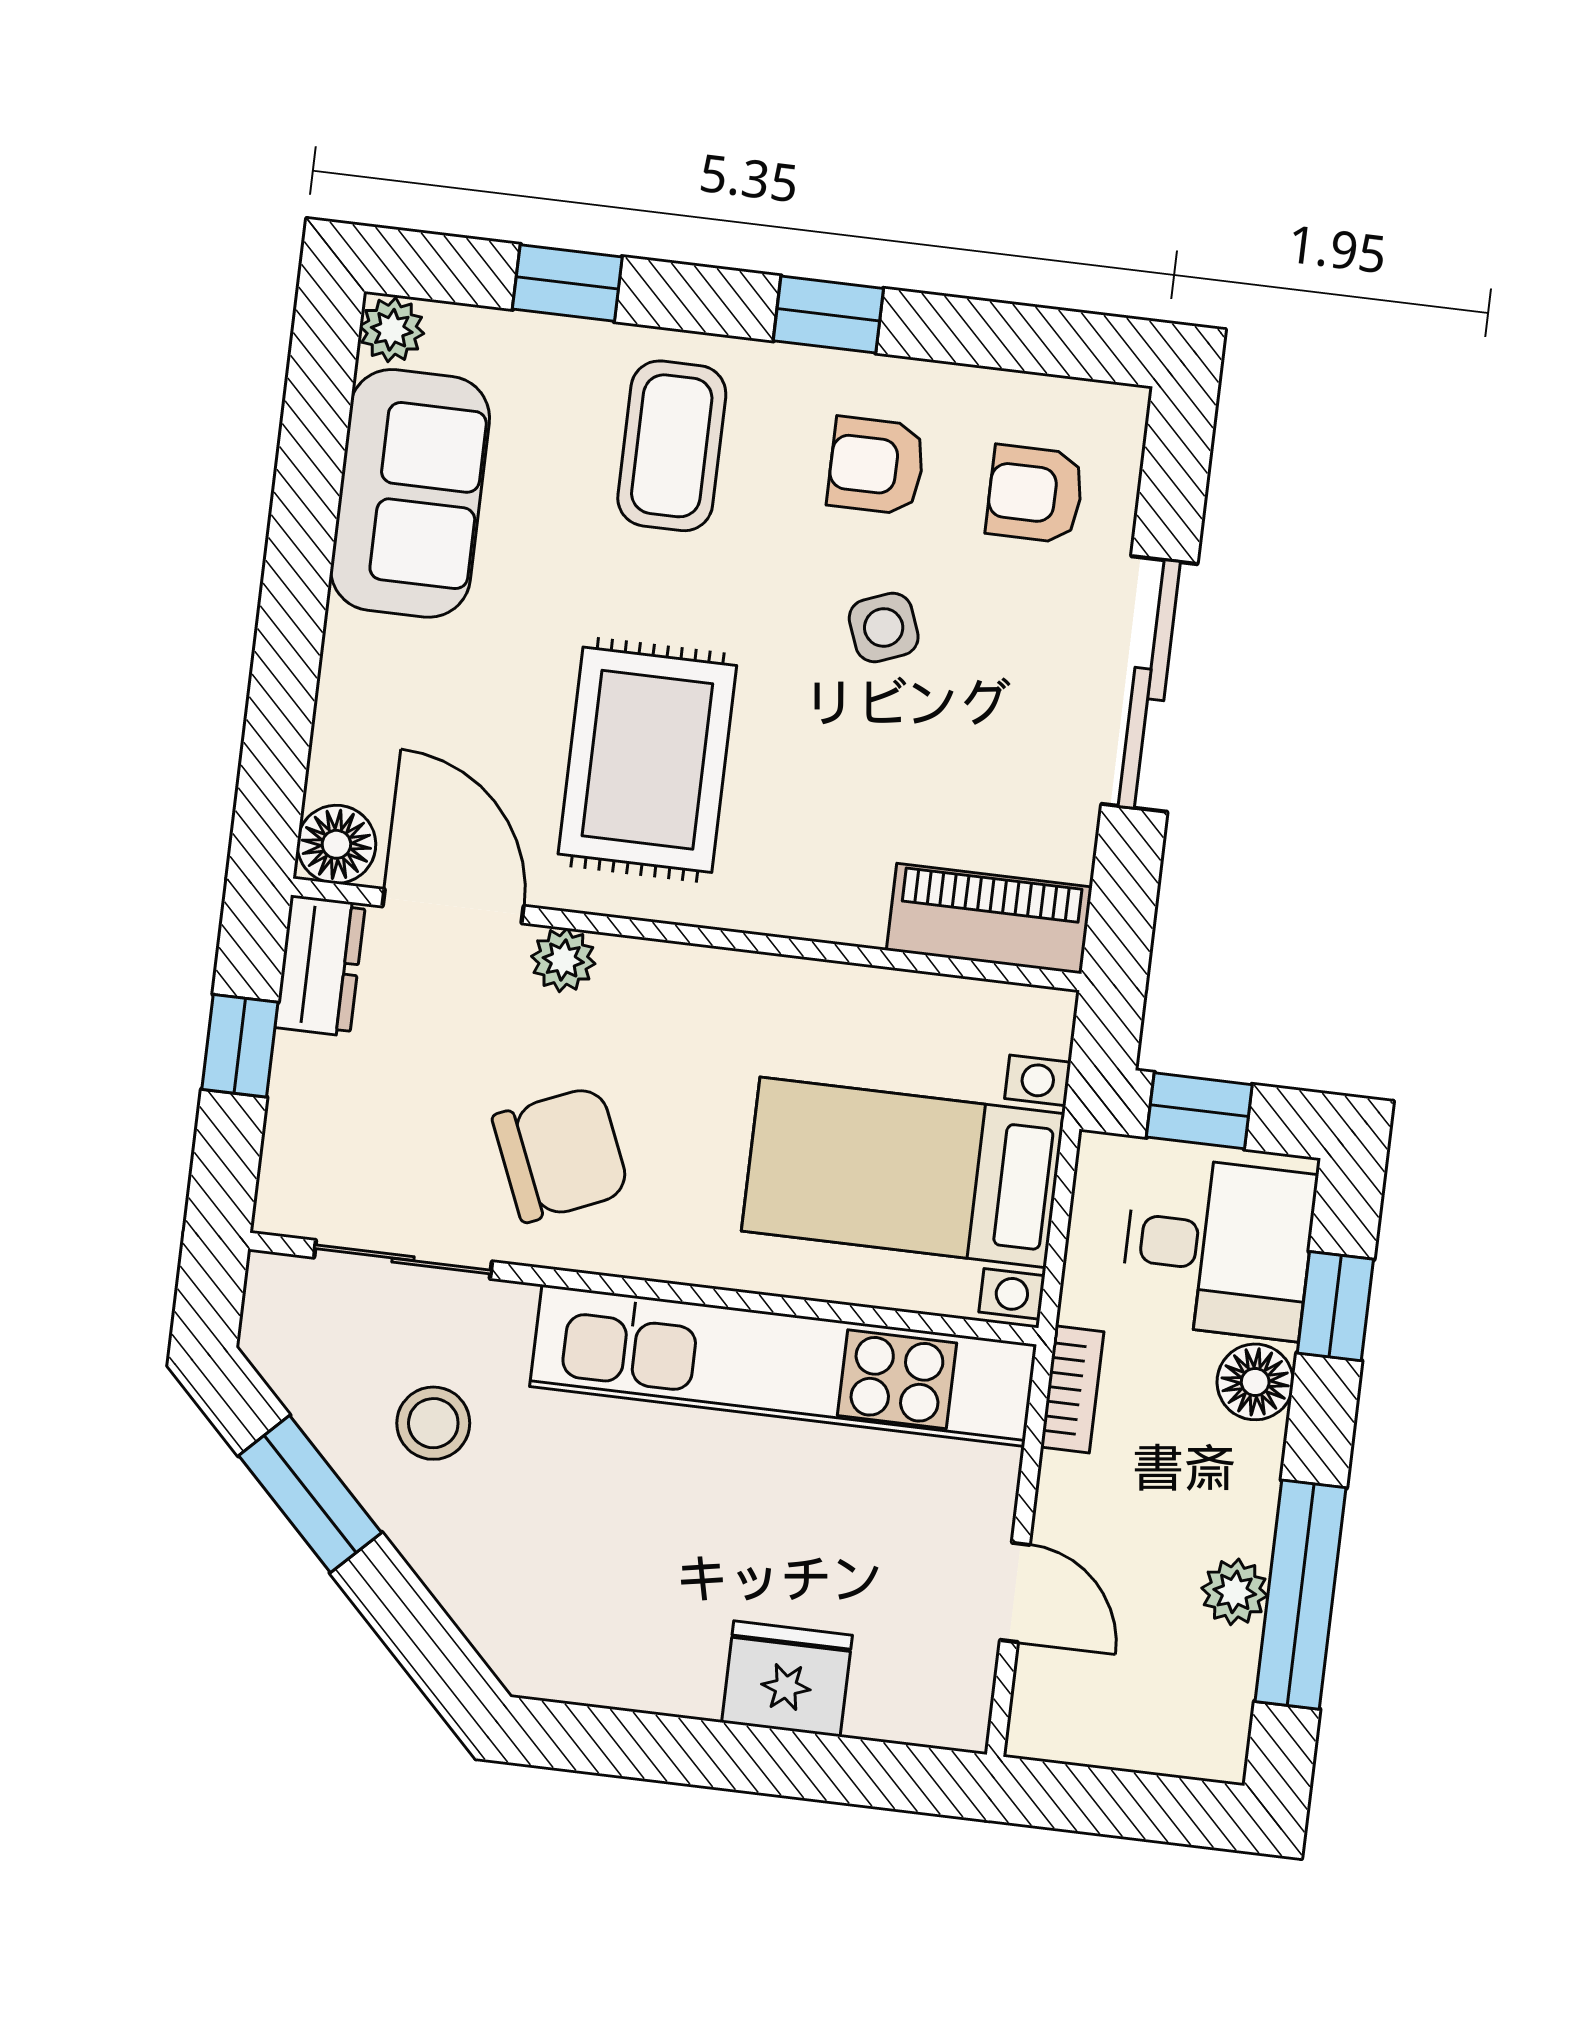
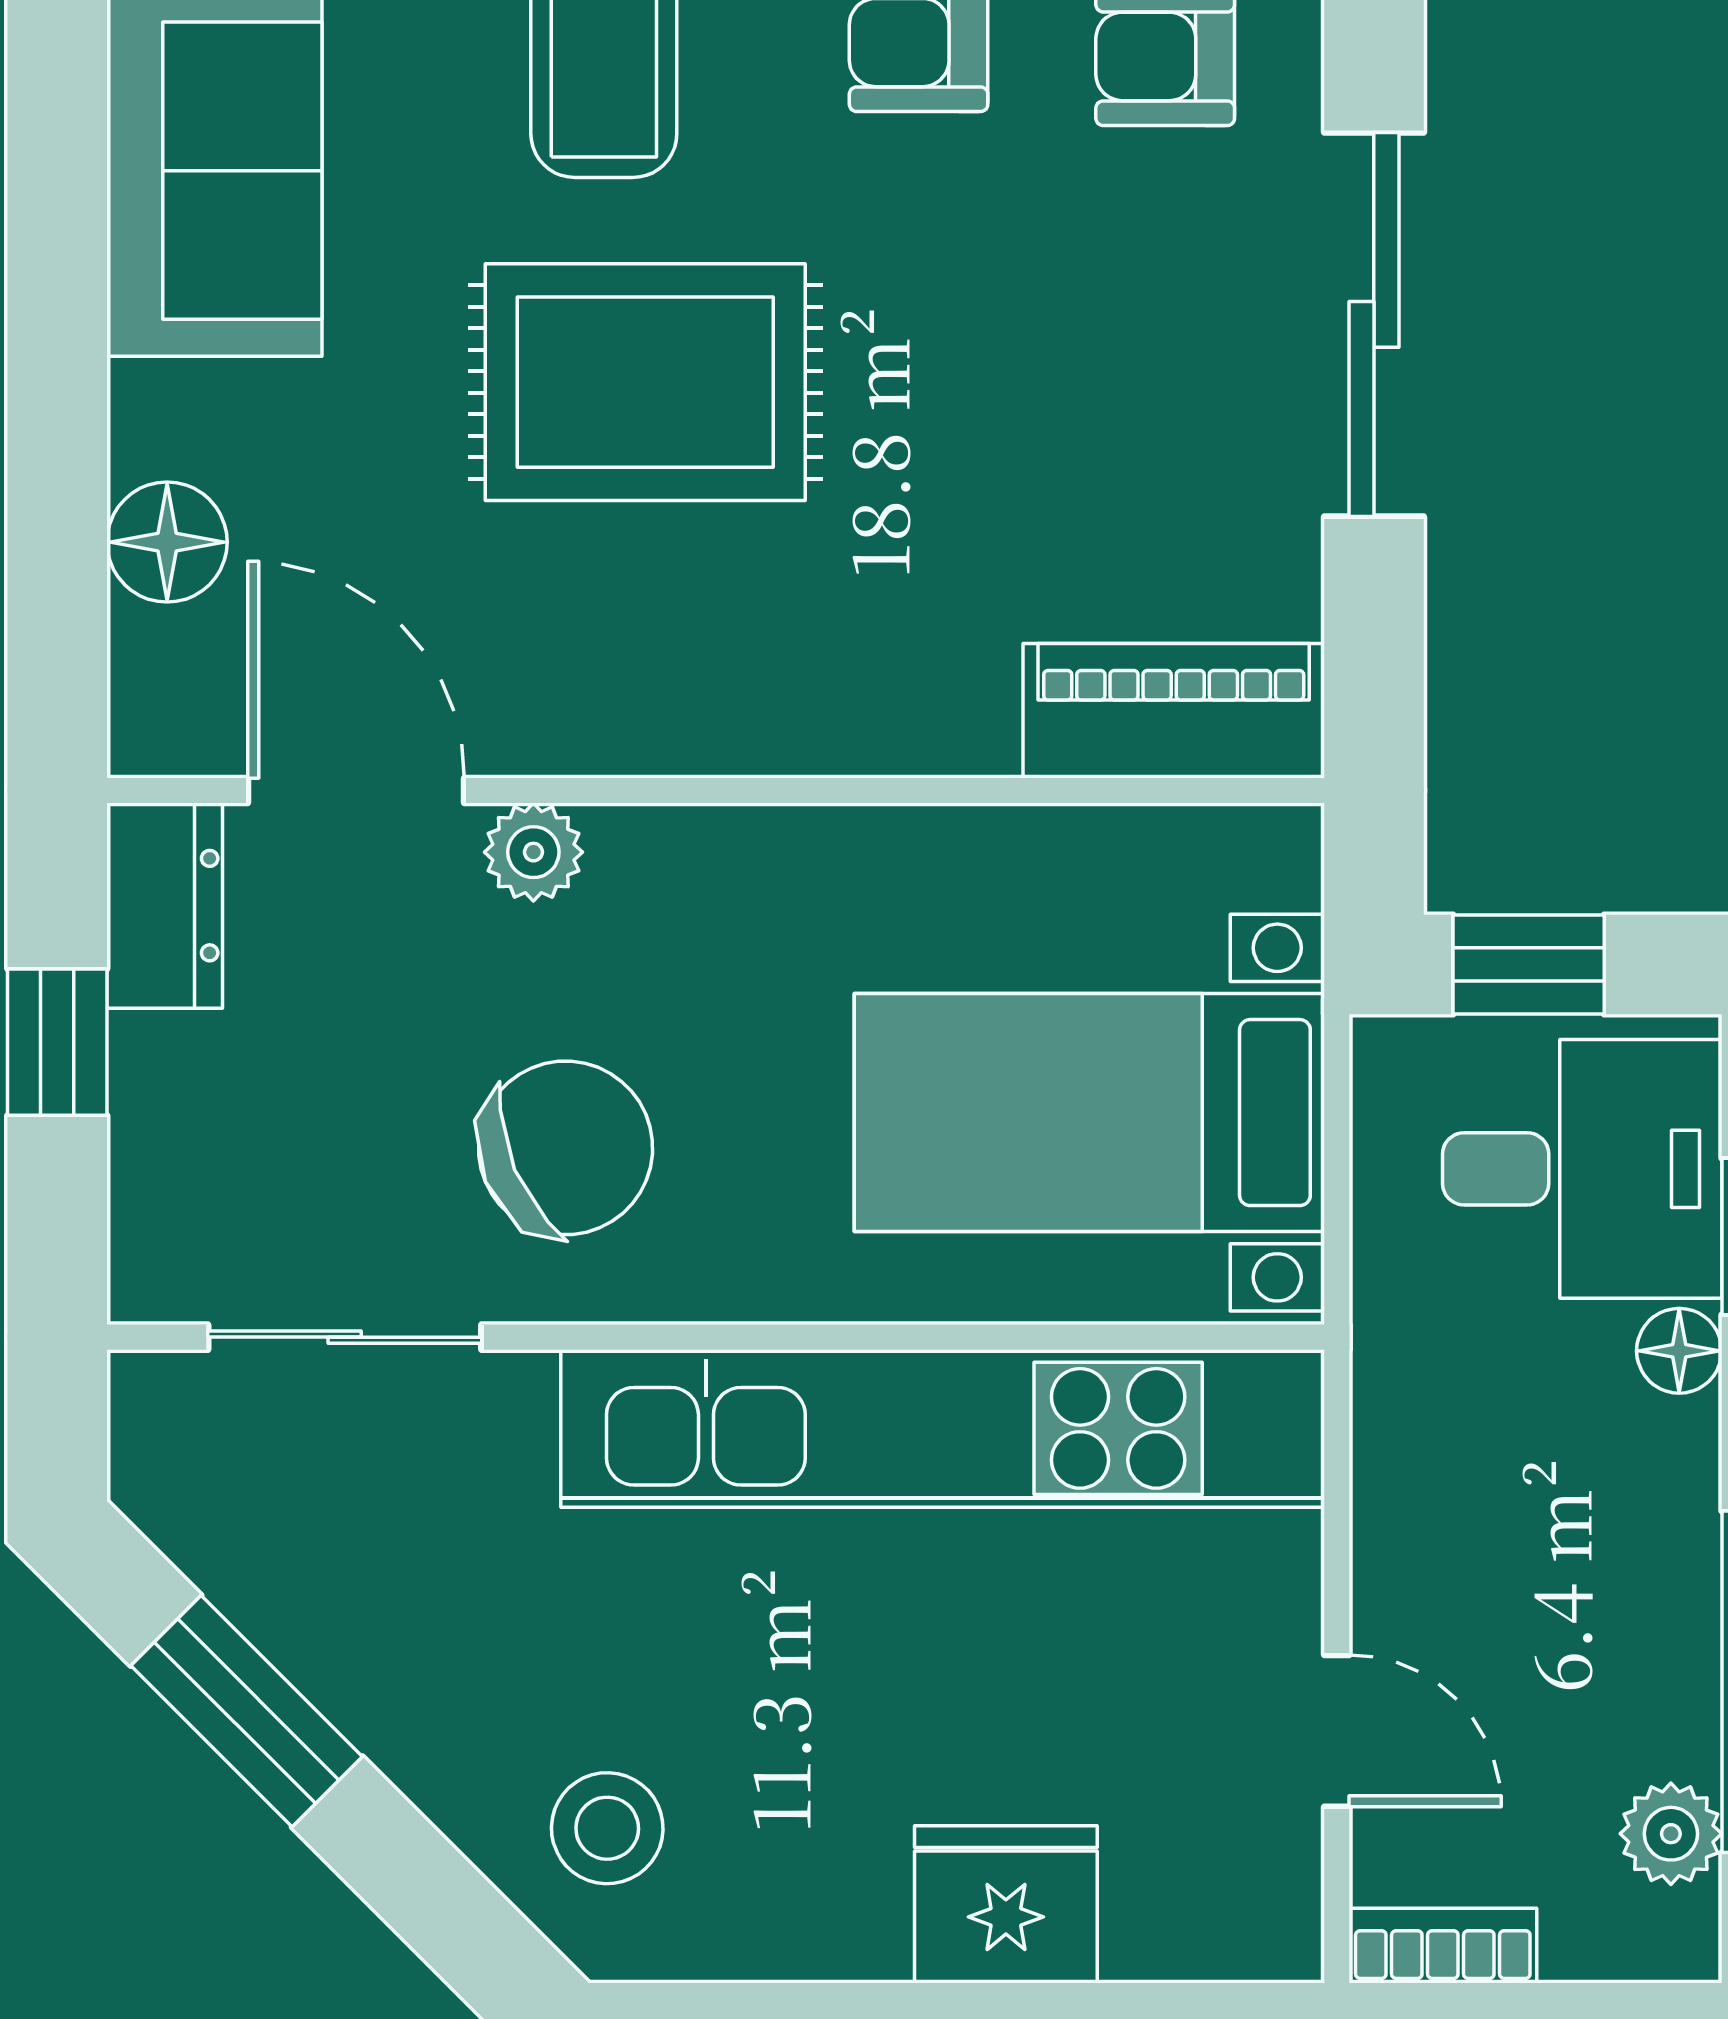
side table: (884, 627) -> (959, 287), removed
rug: (647, 760) -> (645, 382), moved, turned 90
floor lamp: (336, 844) -> (167, 542), moved
floor lamp: (1255, 1382) -> (1679, 1351), width x0.73, depth x0.73
bookcase: (1072, 1389) -> (1443, 1946), moved, turned -90
stool: (433, 1423) -> (607, 1828), moved
plant: (1235, 1592) -> (1671, 1834), moved

